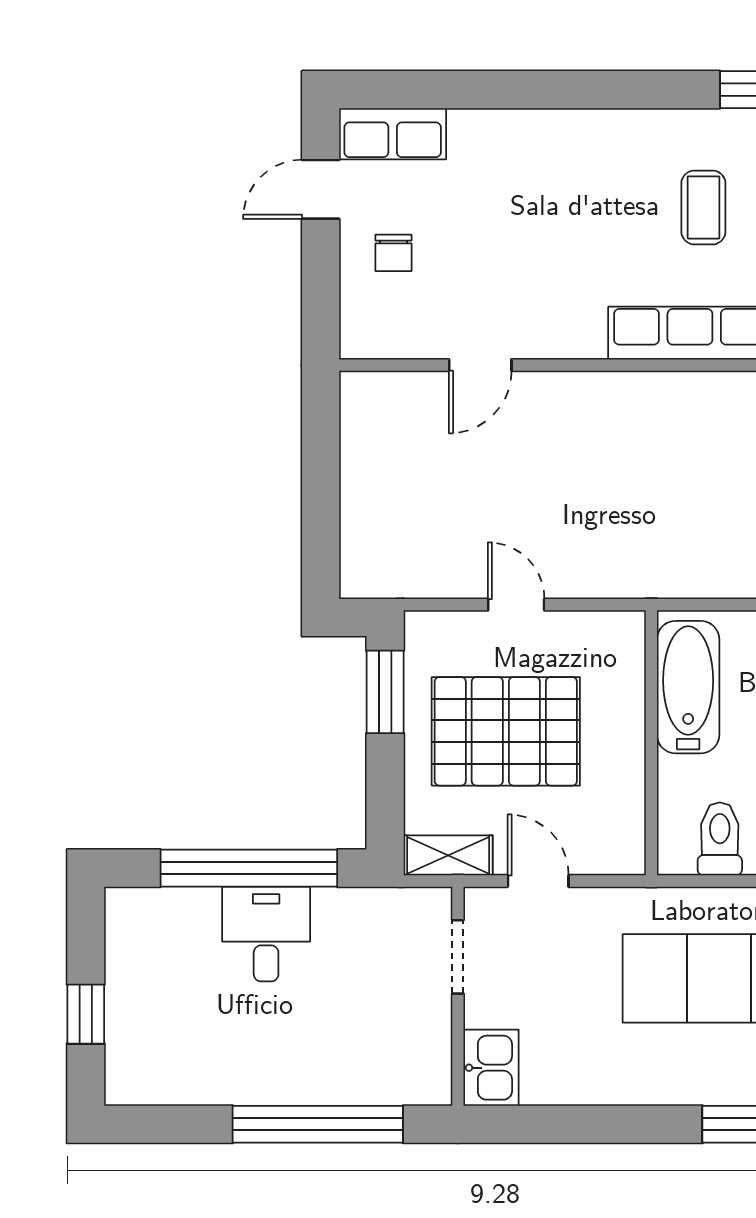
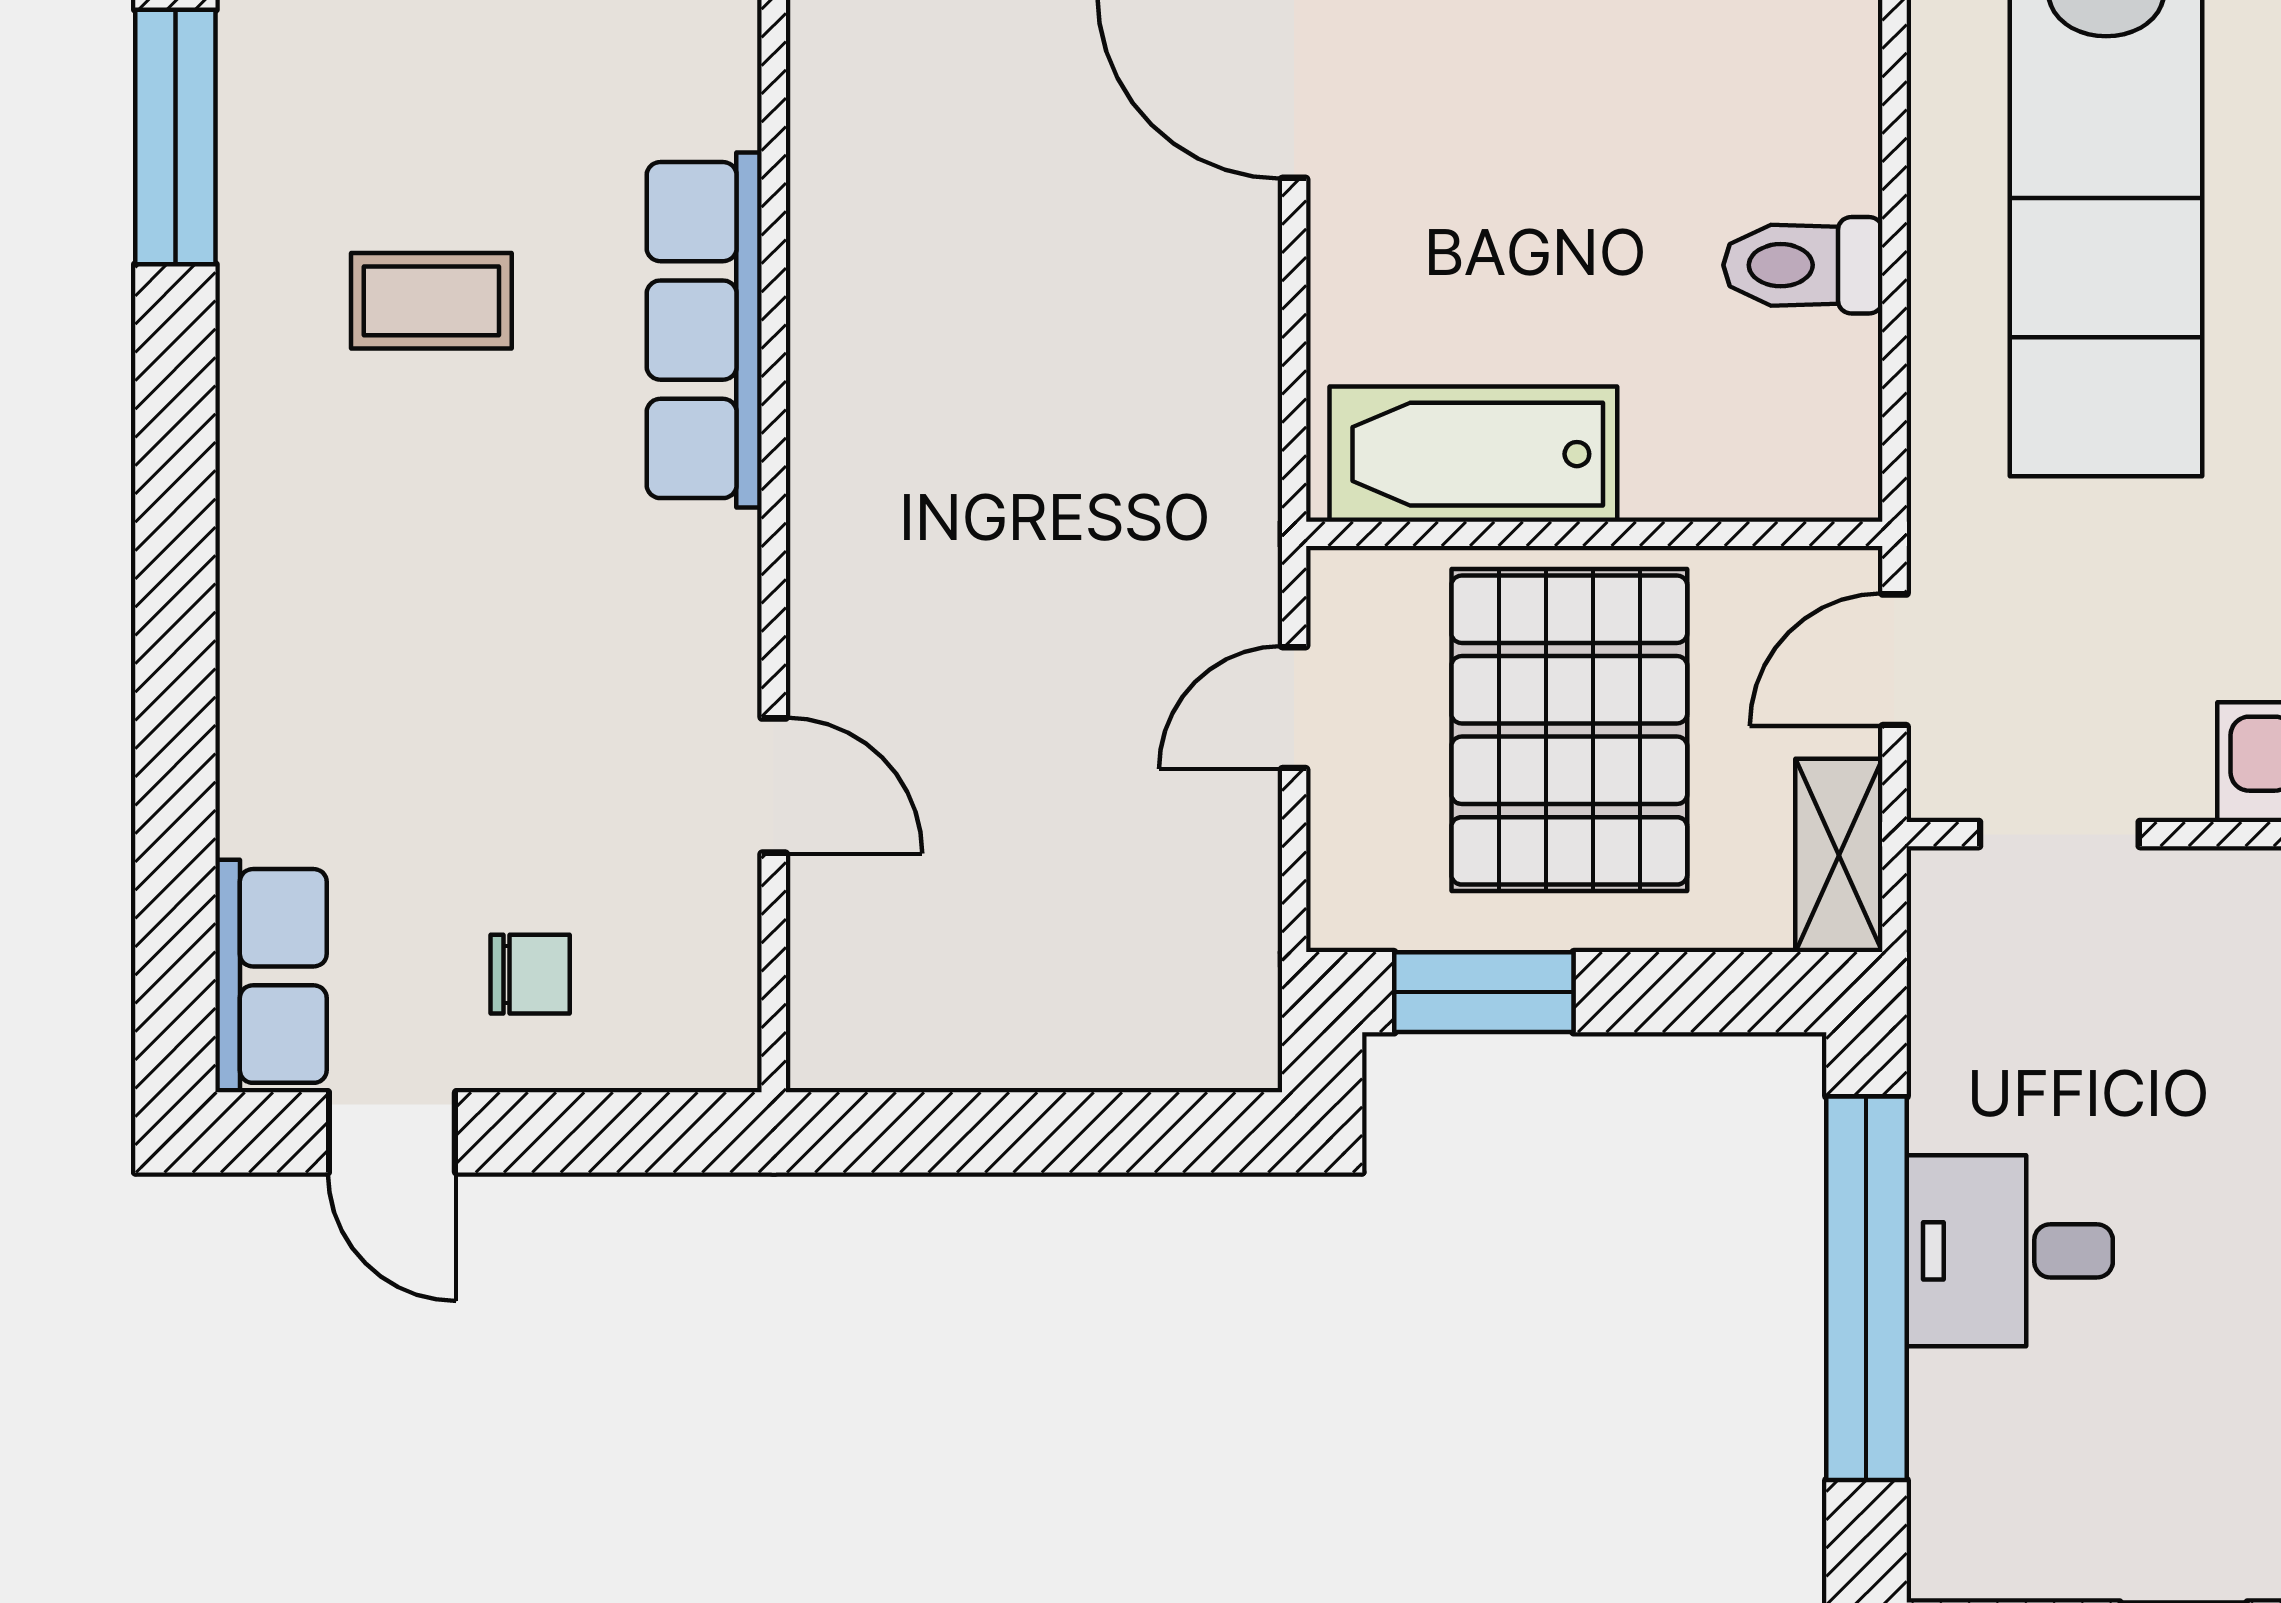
bathtub: (688, 687) -> (1473, 454), moved
wall: (651, 743) -> (1594, 534), moved

